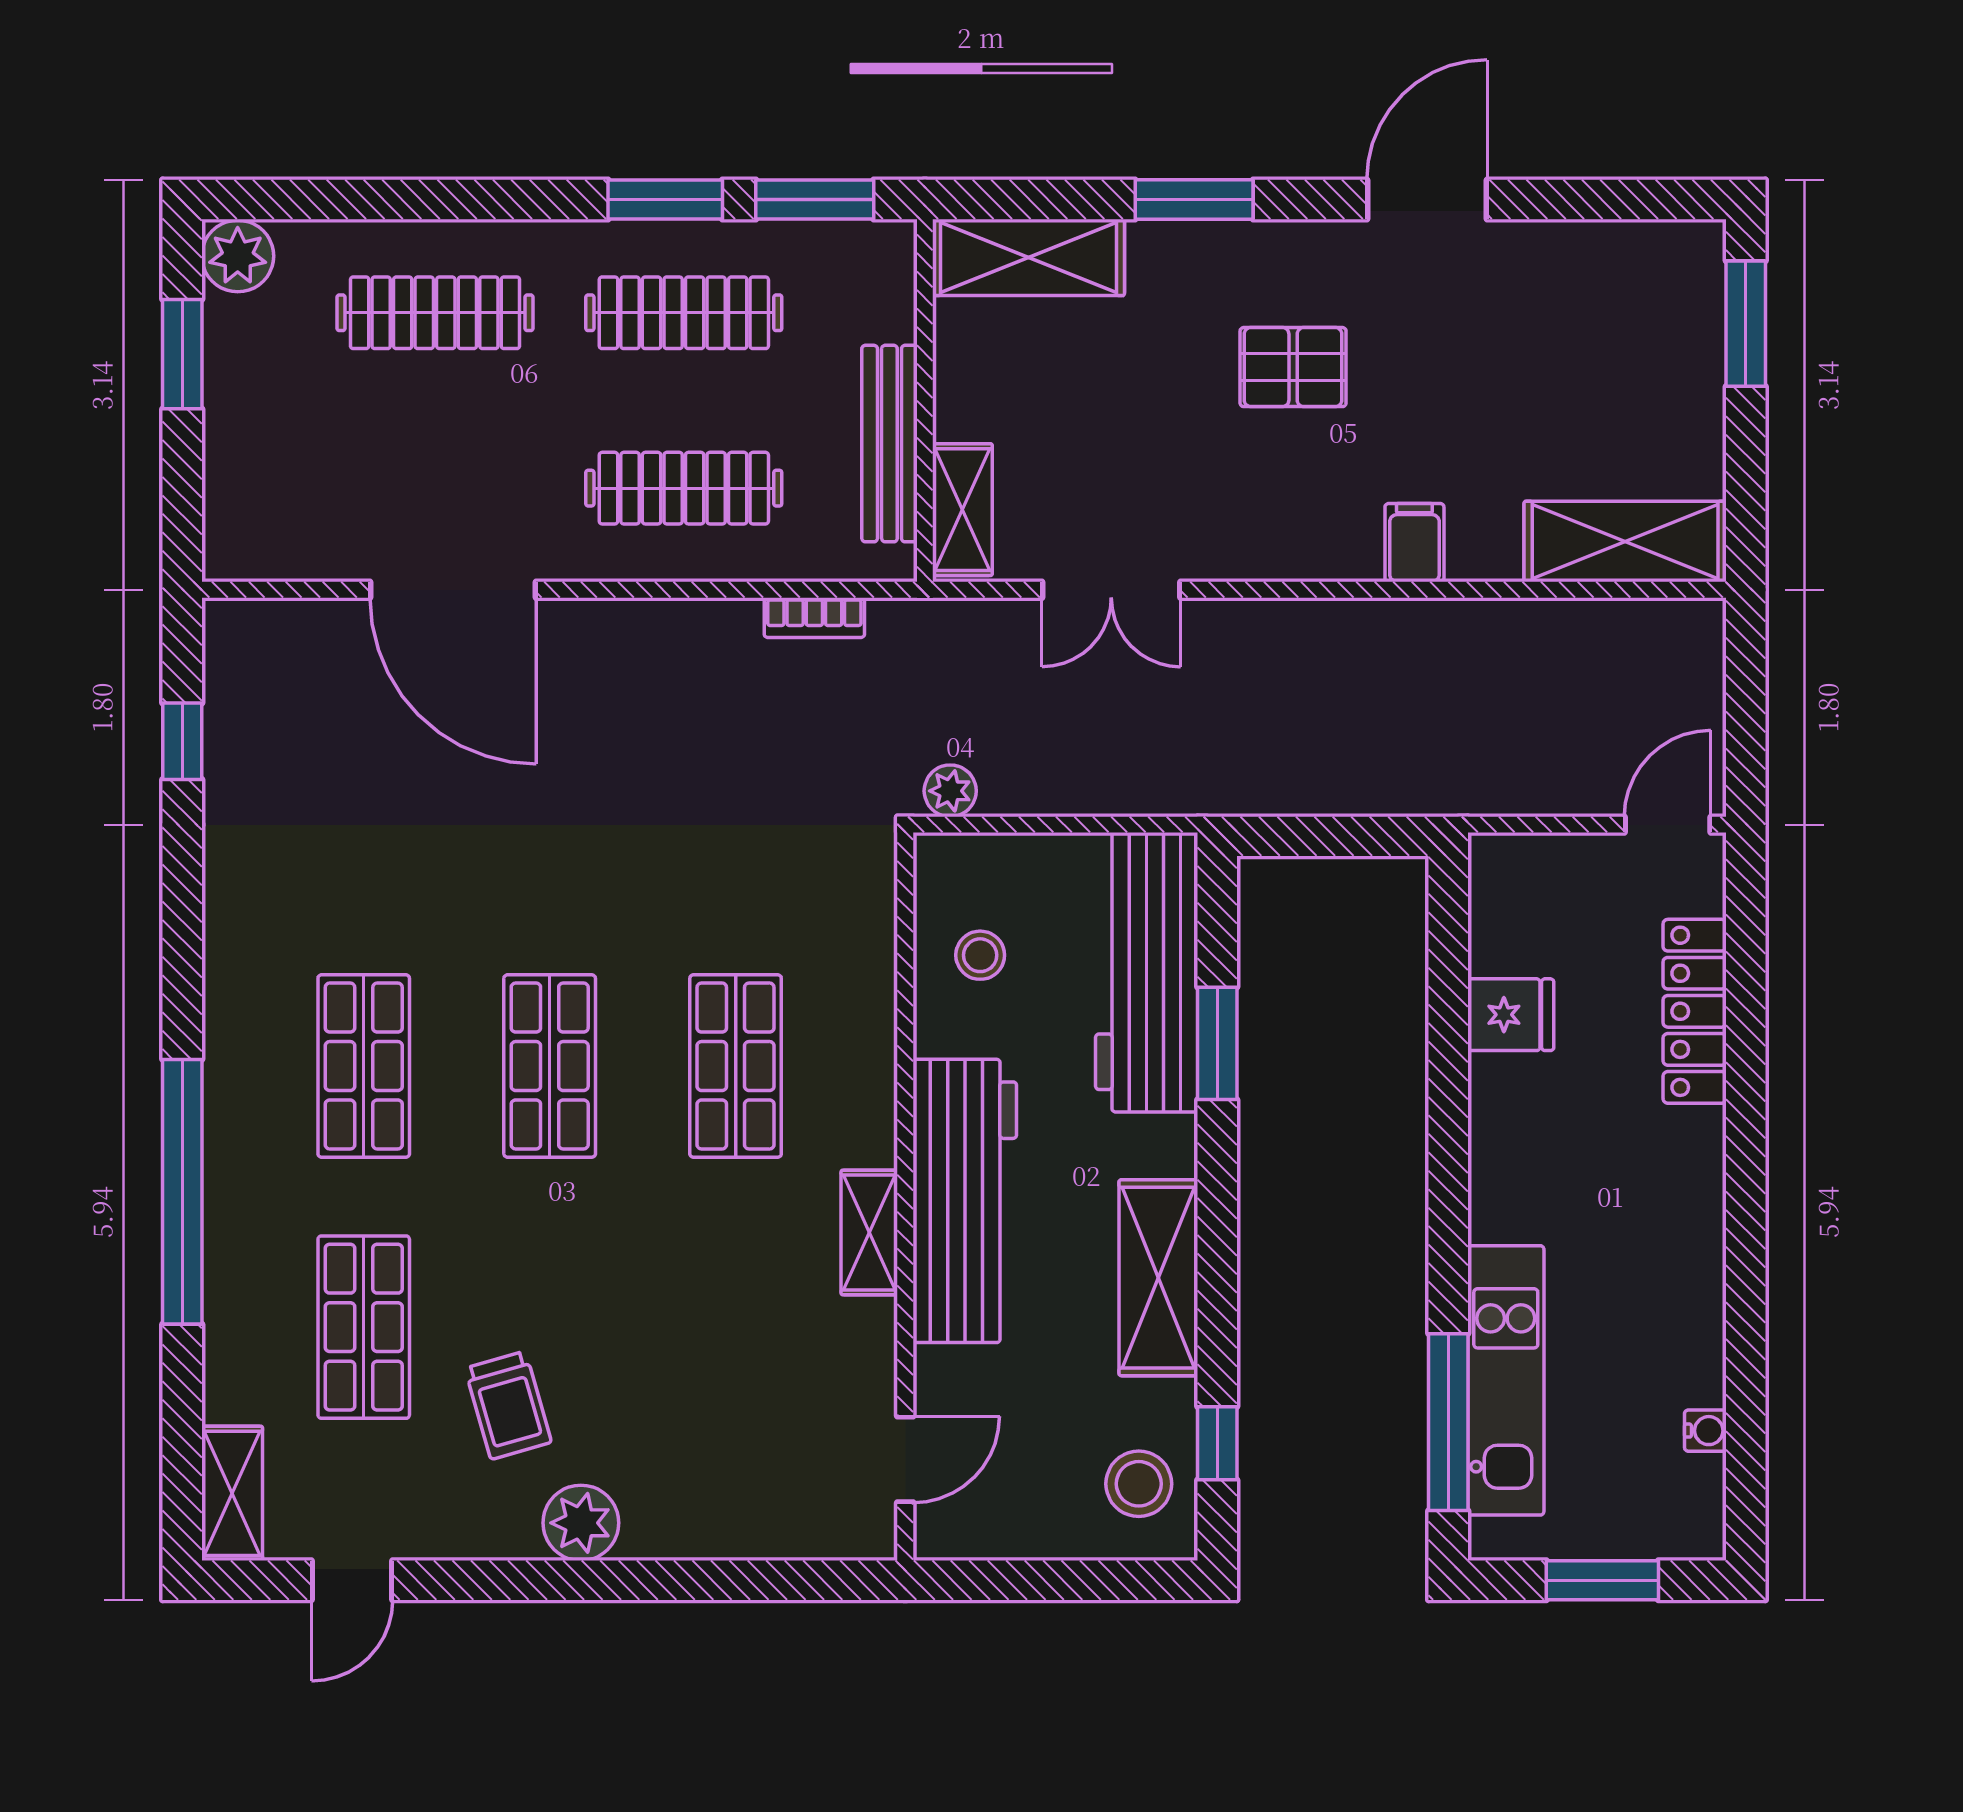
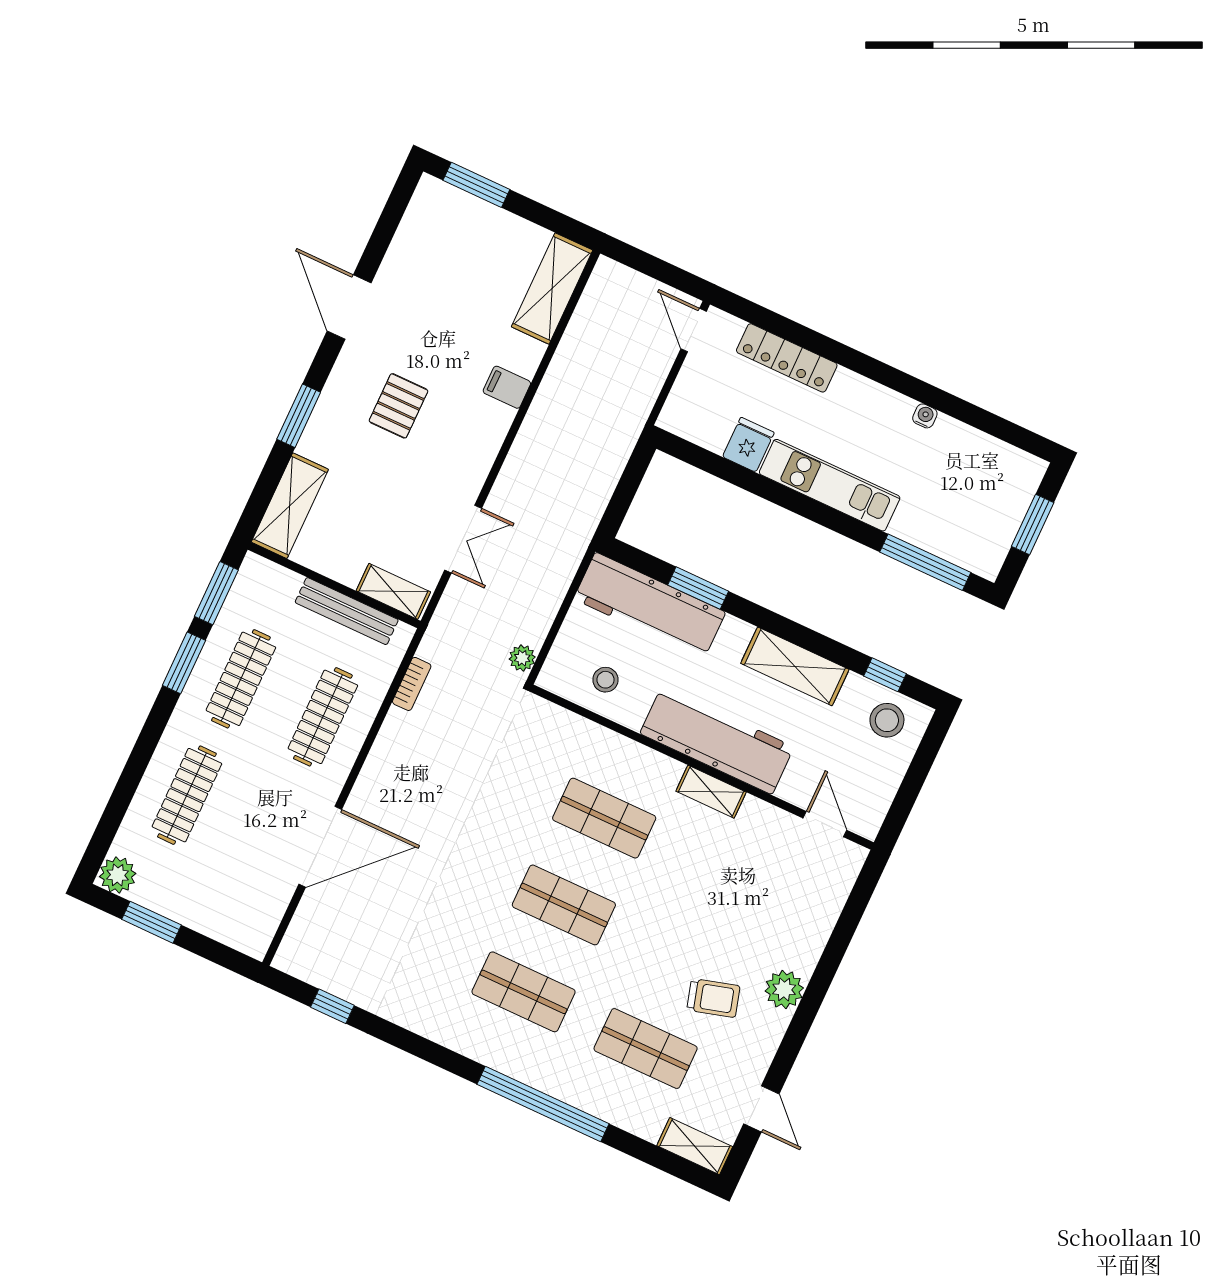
kitchen unit: (1506, 1380) -> (830, 485), moved
water cooler: (1705, 1431) -> (925, 416), moved

